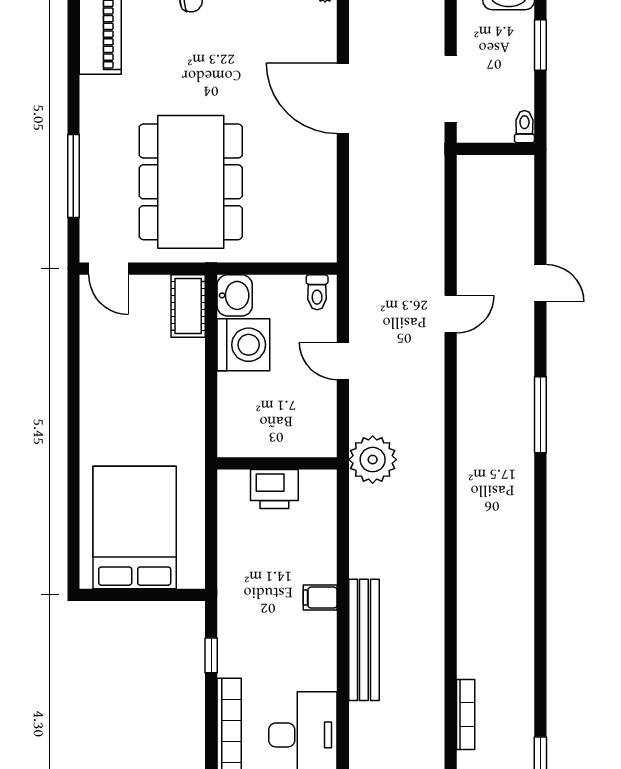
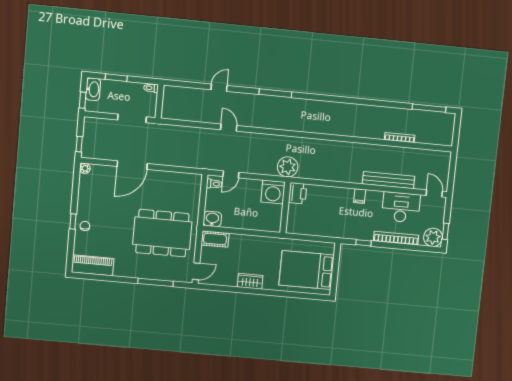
washing machine: (243, 345) -> (273, 192), moved, turned 180
door: (343, 361) -> (231, 174), moved
wardrobe: (96, 397) -> (250, 281), added
printer: (274, 489) -> (298, 193), moved
filing cabinet: (320, 598) -> (360, 196), moved
bench: (364, 640) -> (388, 180), moved

